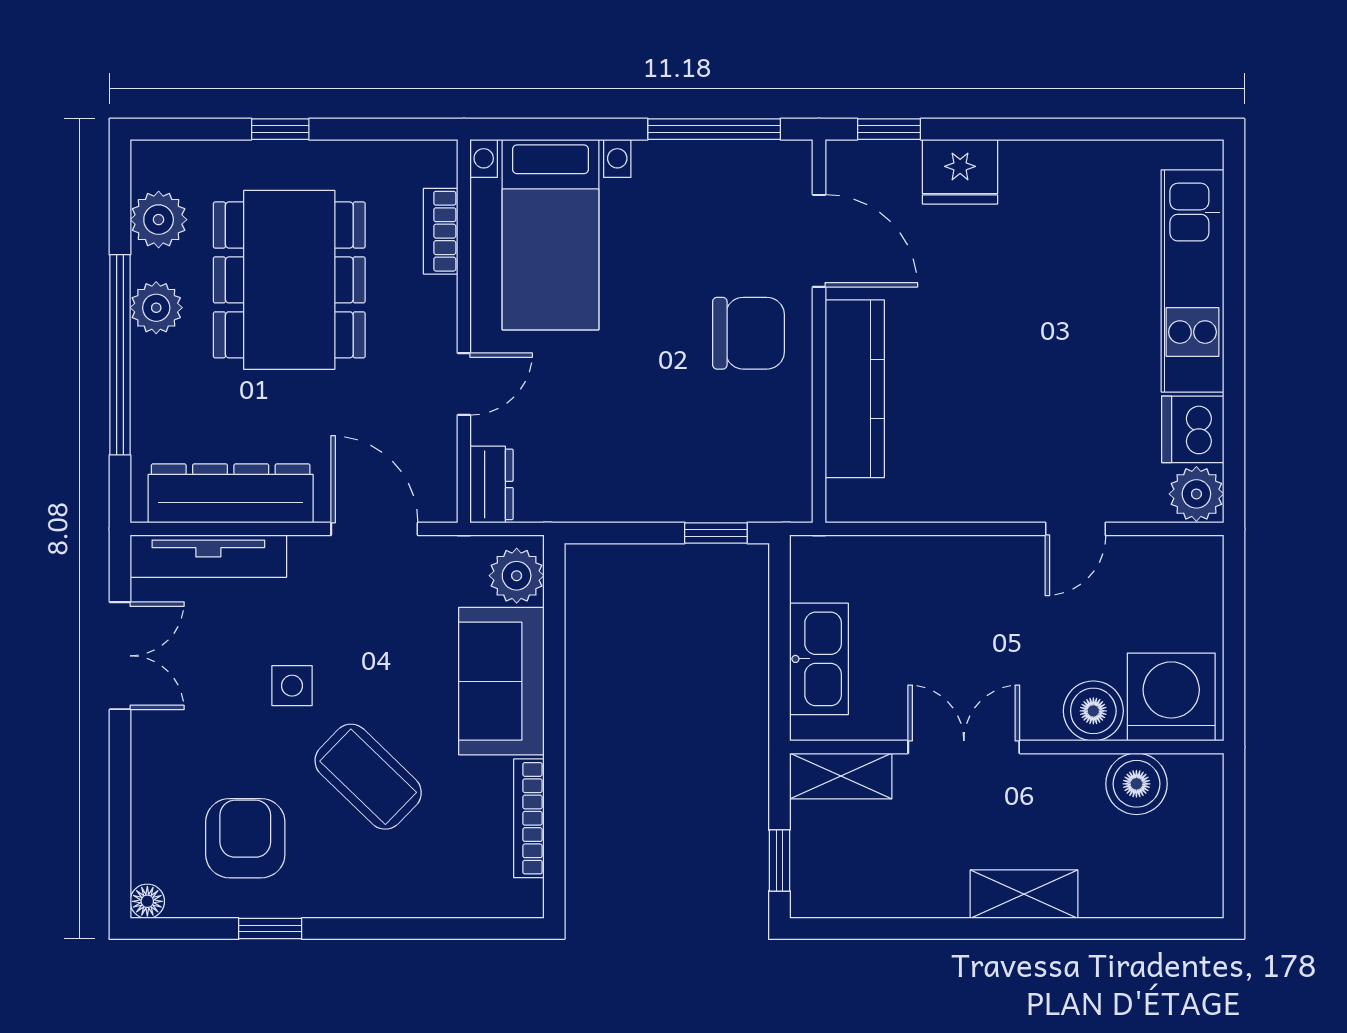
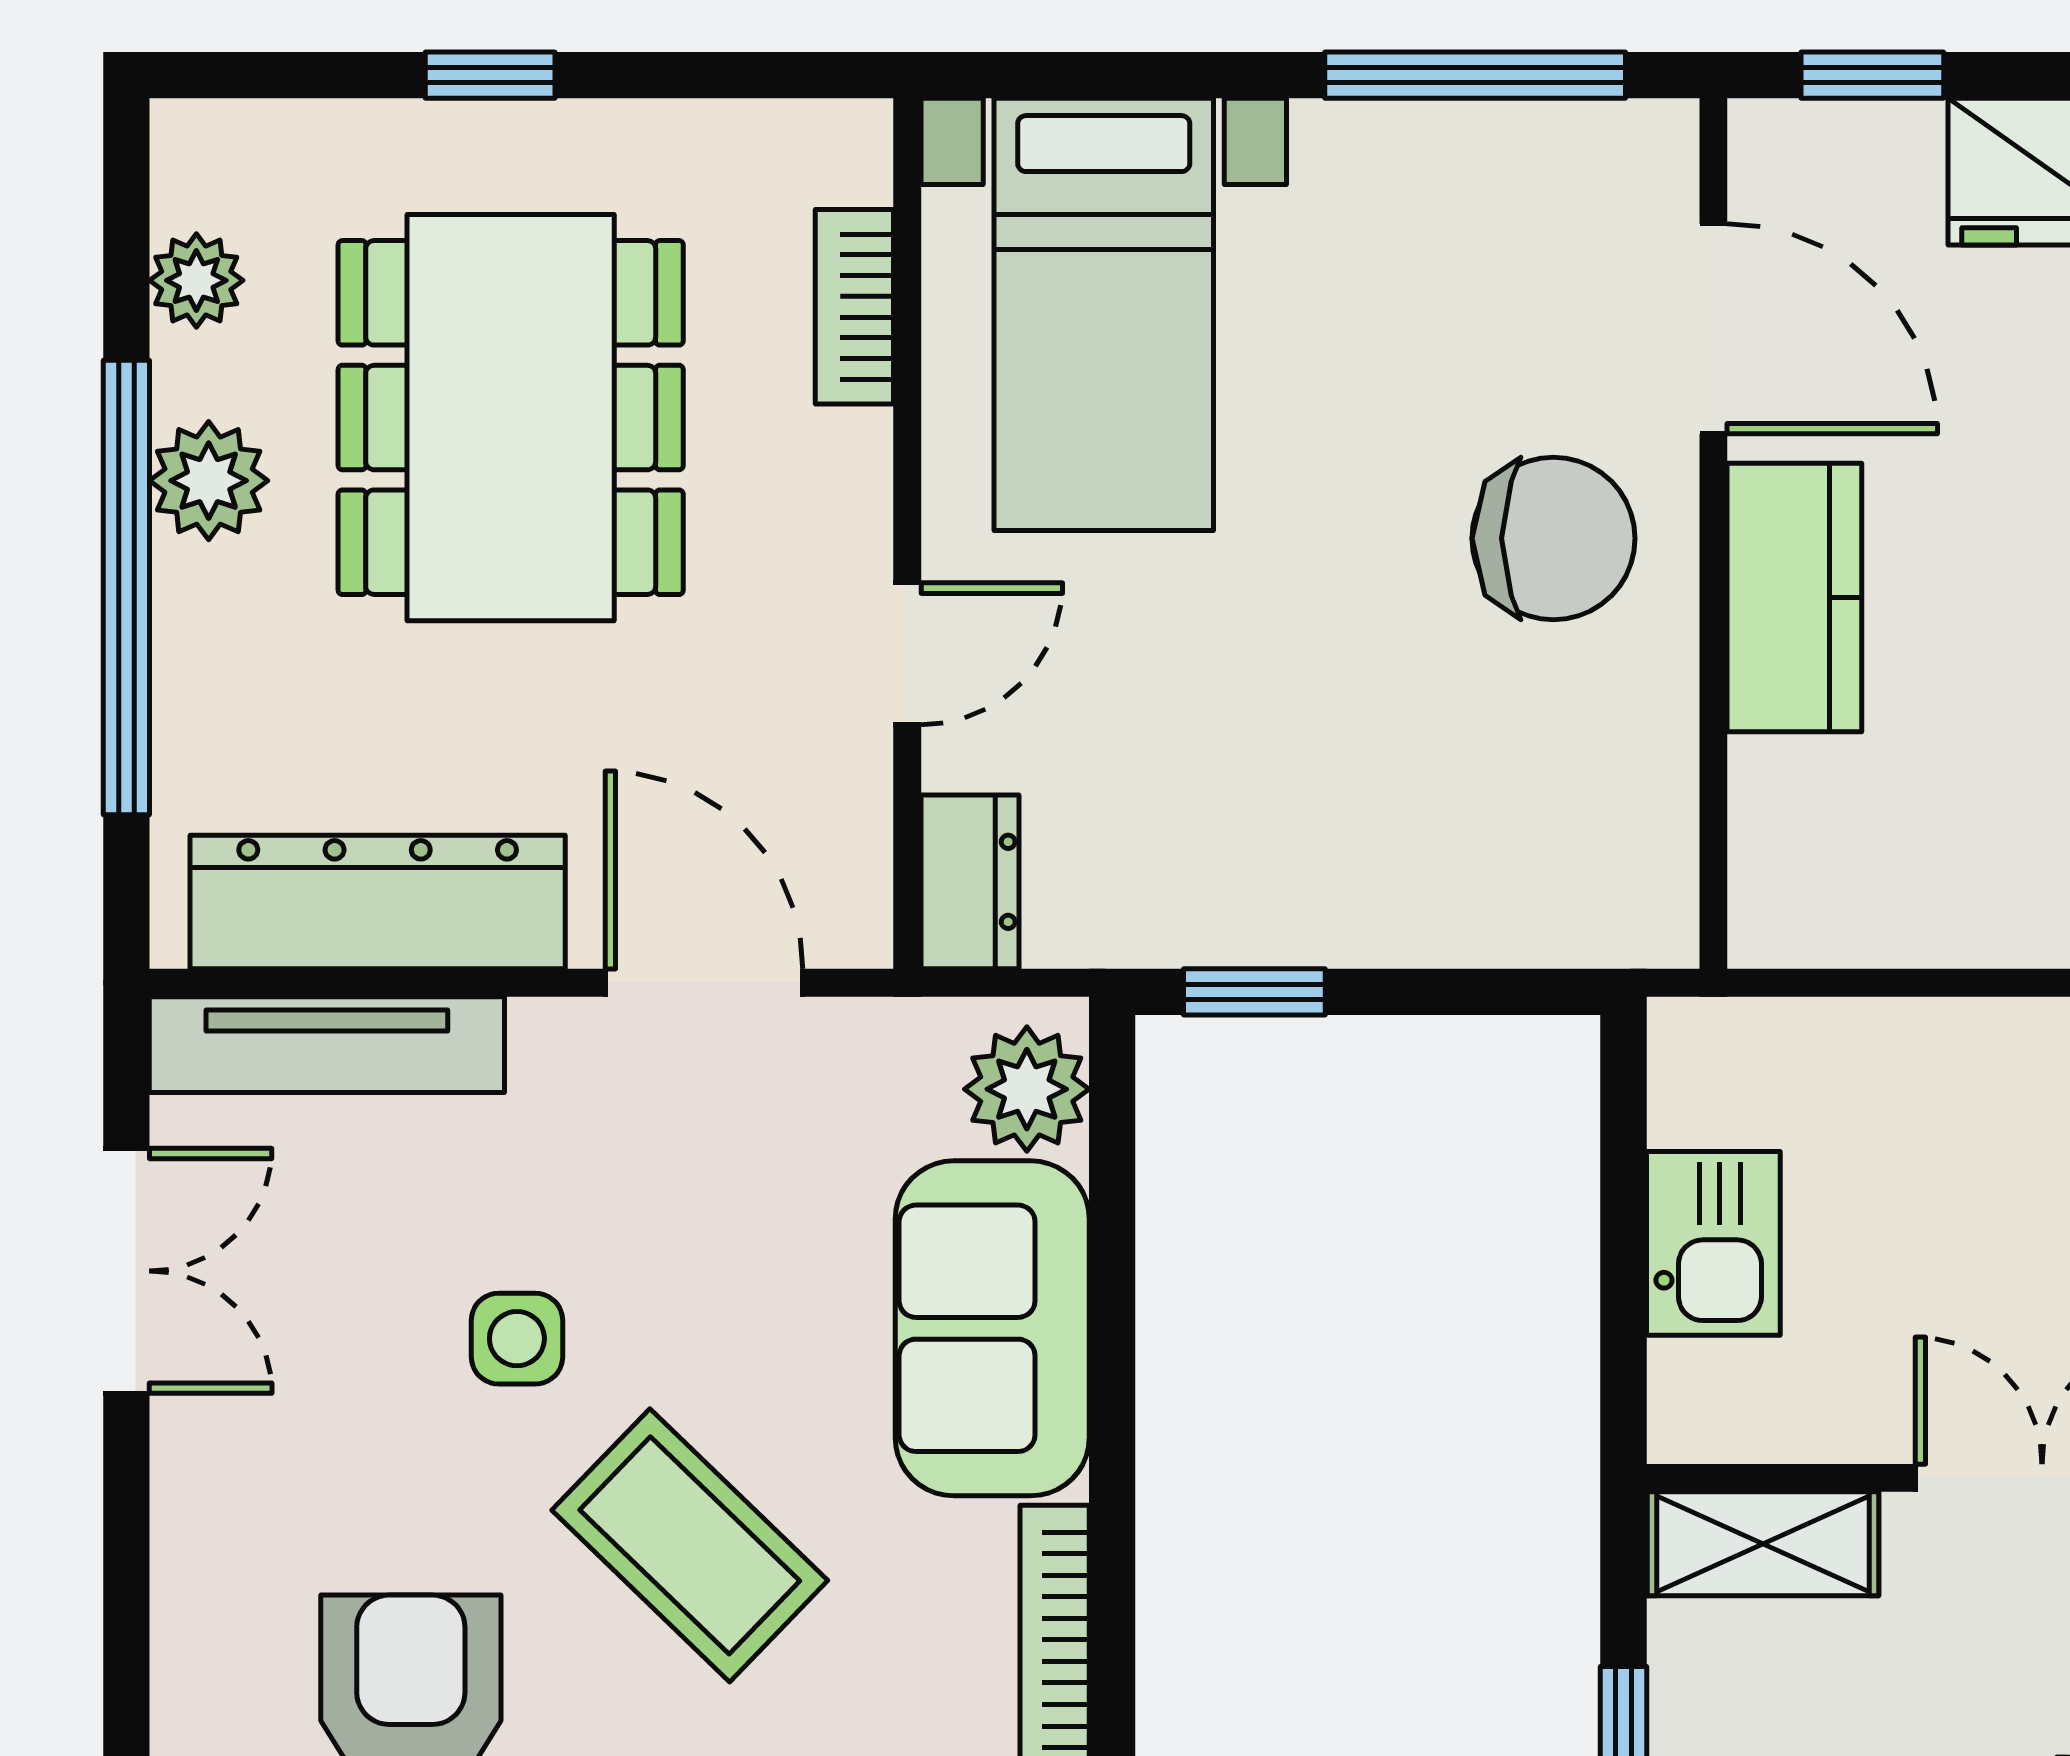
plant: (159, 220) -> (196, 280), width x0.73, depth x0.73
kitchen counter: (855, 389) -> (1794, 597), width x0.67
window: (716, 533) -> (1254, 992), moved
kitchen sink: (819, 659) -> (1713, 1243), width x0.73

